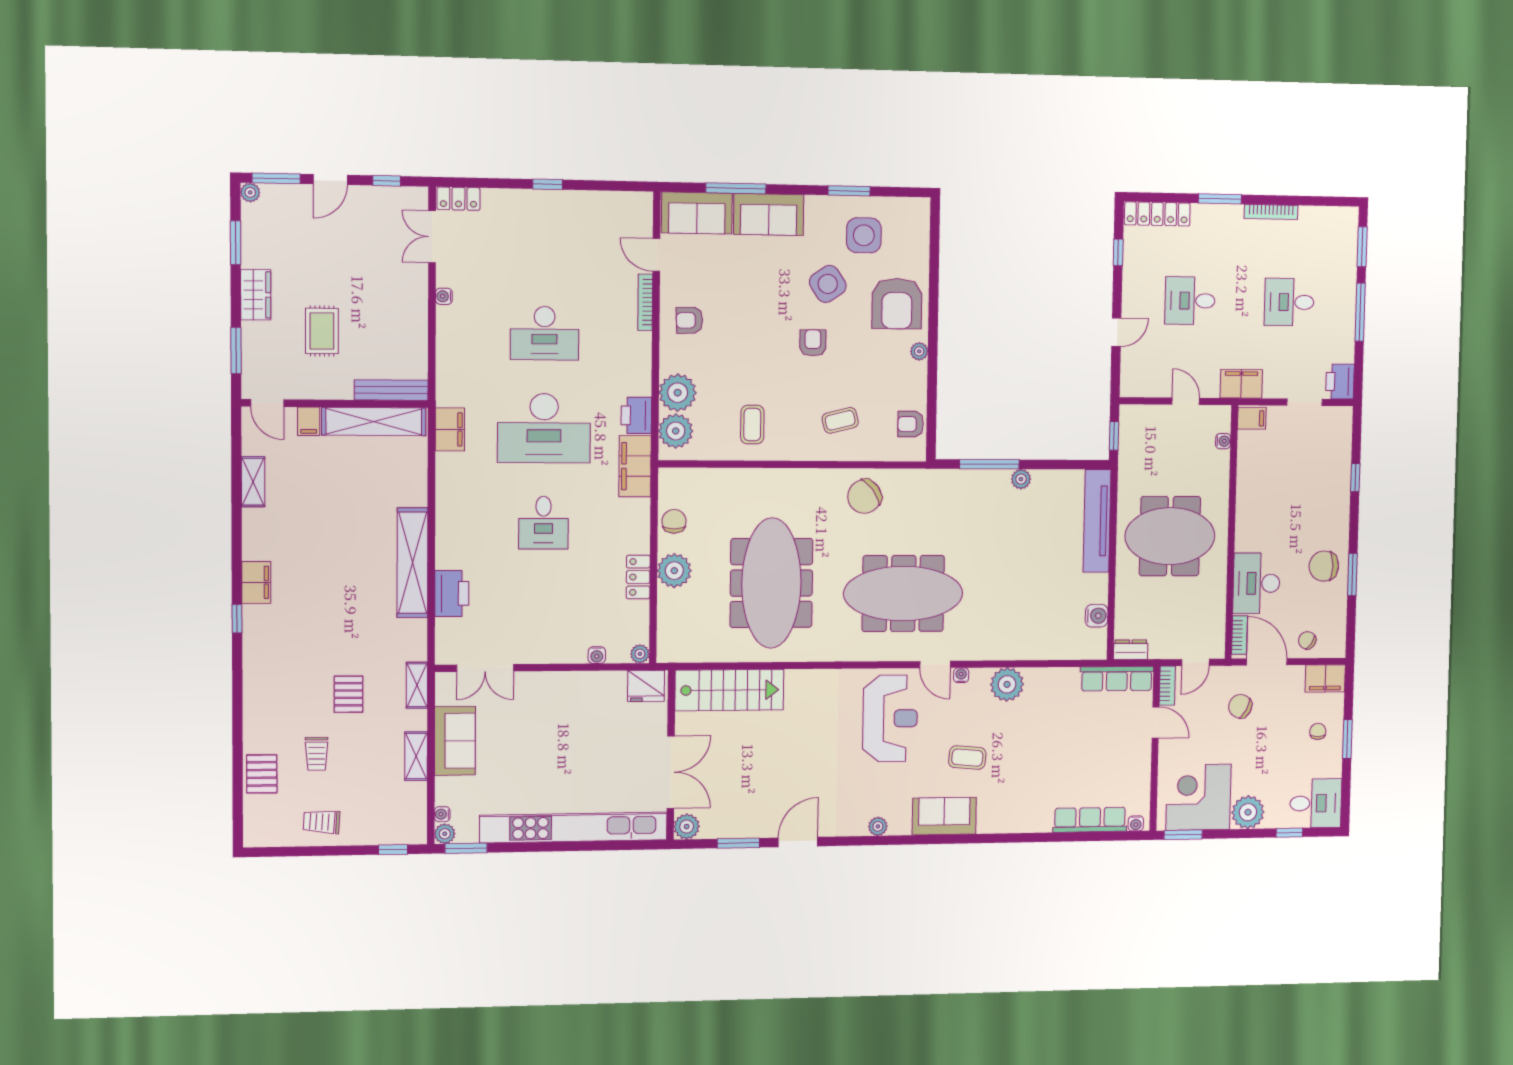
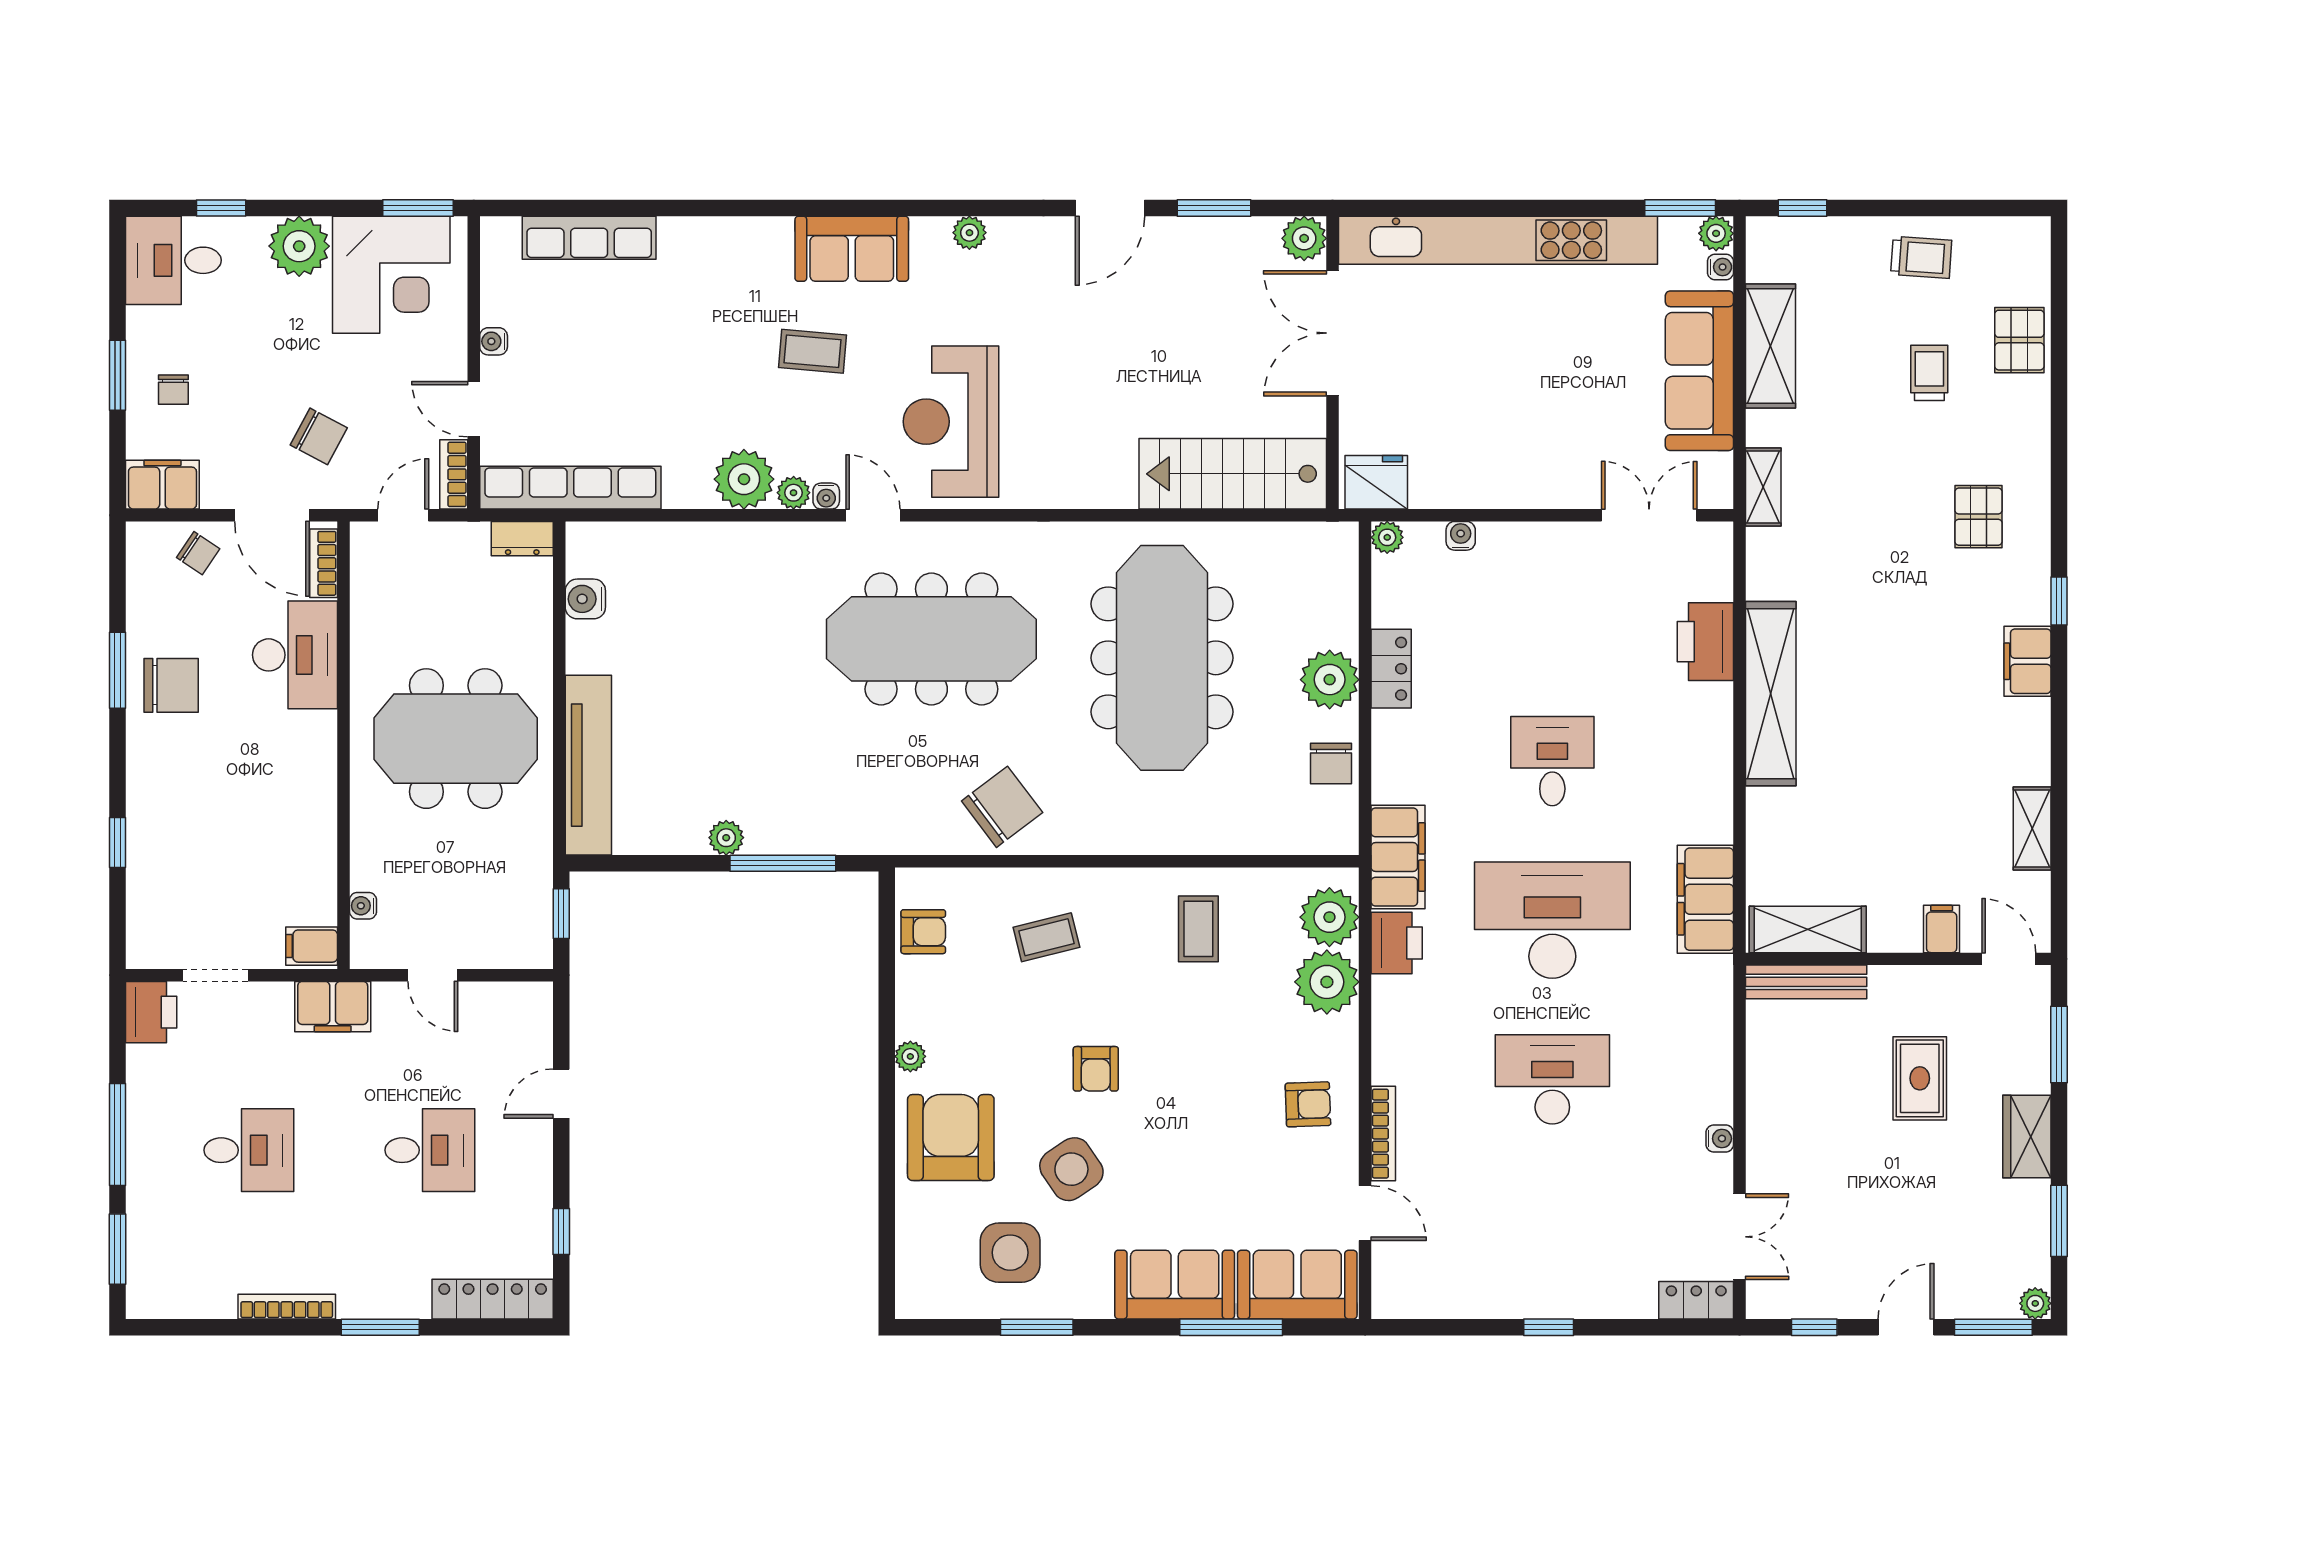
shelving: (374, 422) -> (1808, 929), width x0.68
filing cabinet: (450, 429) -> (1705, 899), width x1.50, depth x1.17
plant: (979, 677) -> (794, 493), added
row of seats: (1117, 679) -> (570, 488), width x1.36
pallet: (348, 694) -> (1978, 517), moved
sofa: (455, 741) -> (1699, 371), width x1.36
shelving: (416, 756) -> (1770, 346), width x1.50, depth x1.33
water cooler: (1136, 823) -> (494, 341), moved, turned -90

